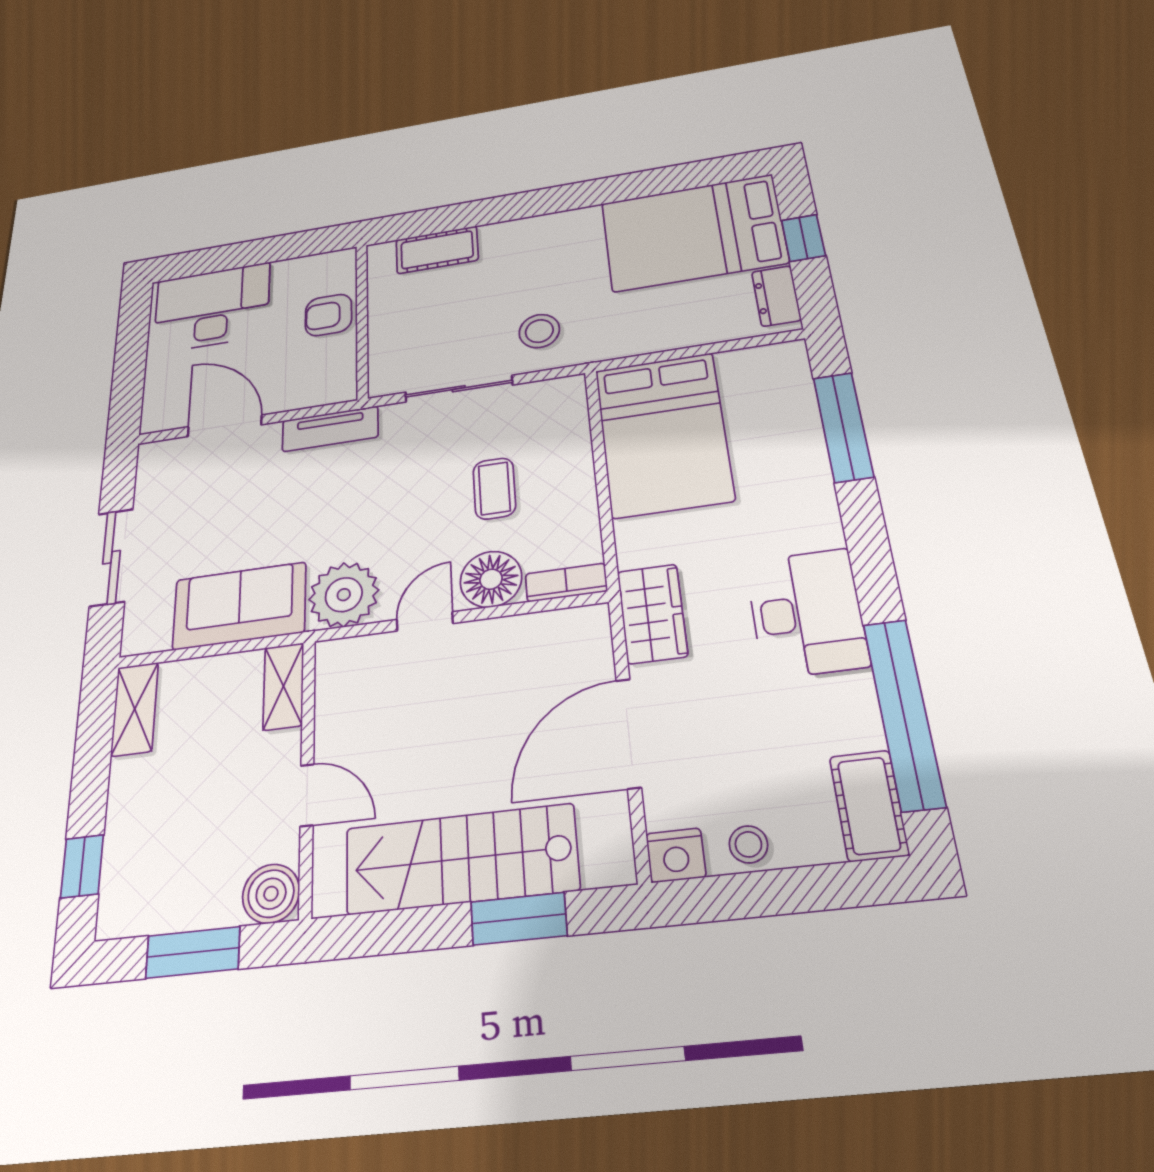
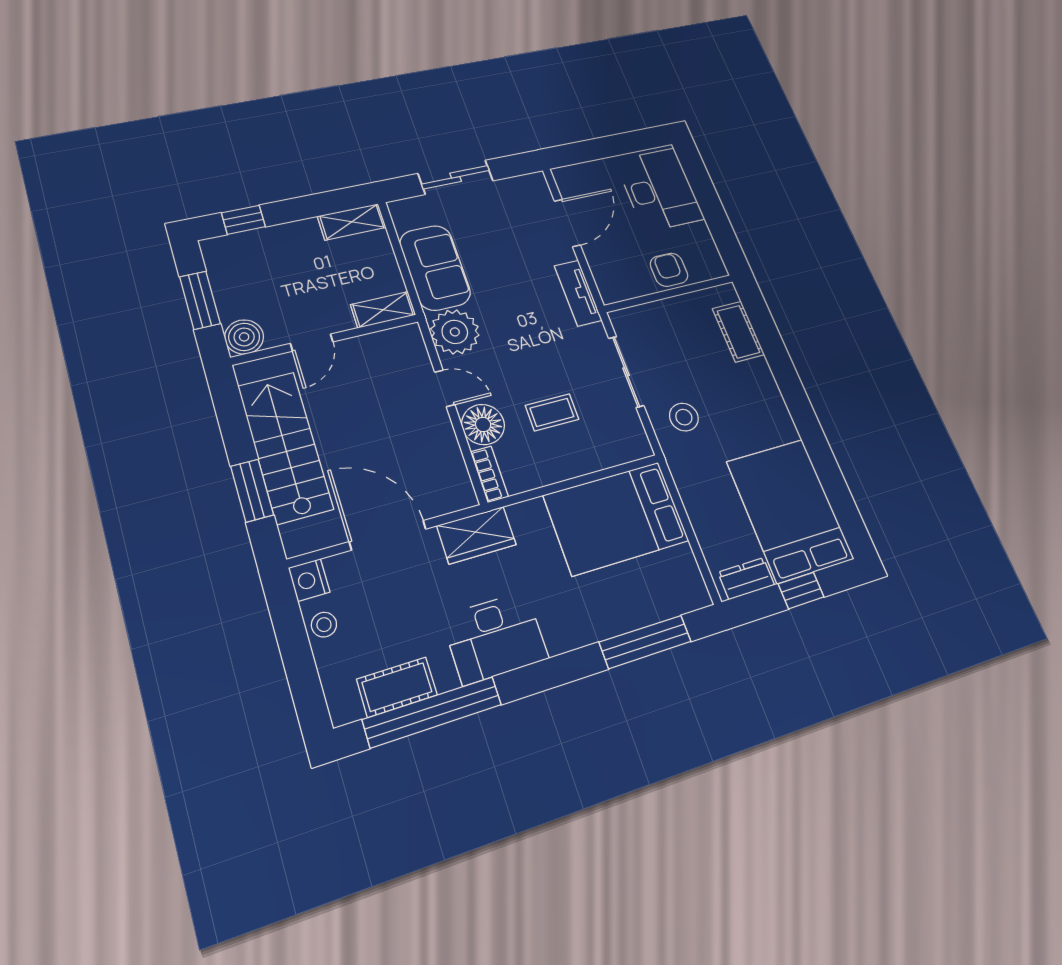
cot: (869, 805) -> (397, 687), moved

